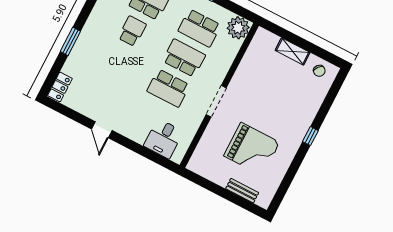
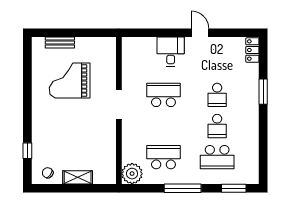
school desk: (184, 58) -> (217, 95), moved, width x0.54
window: (310, 136) -> (27, 151), moved
desk: (163, 139) -> (171, 52), moved

